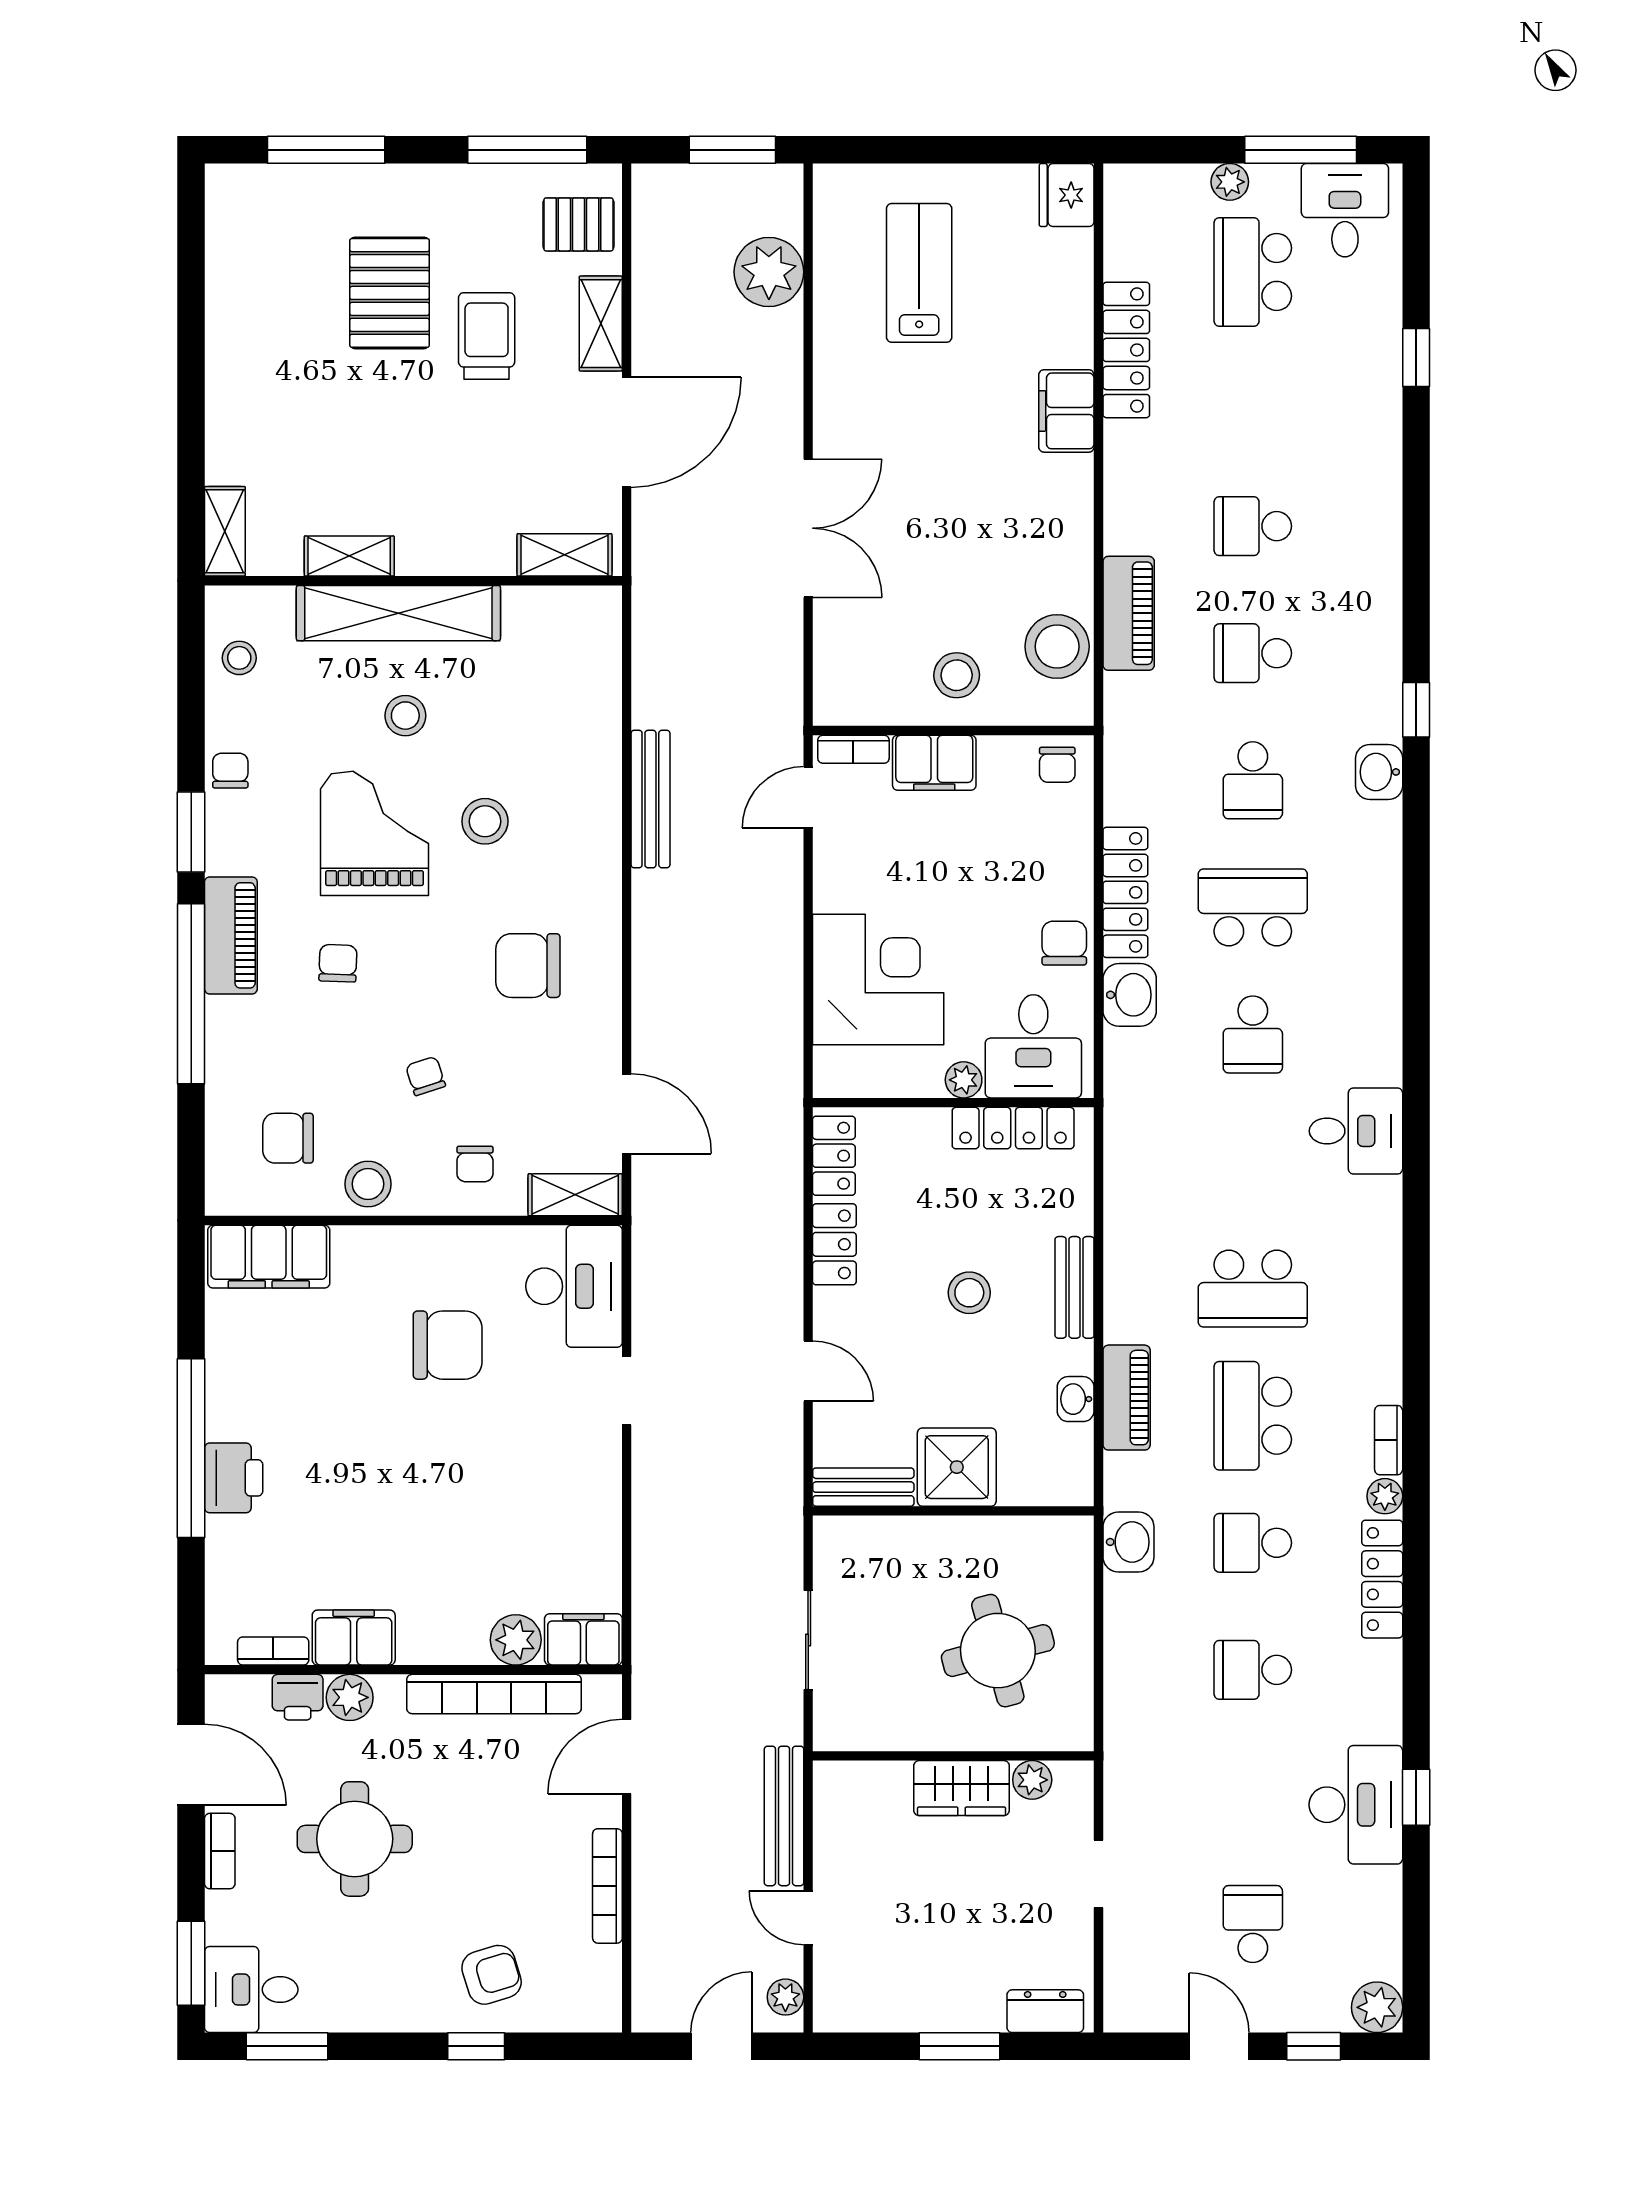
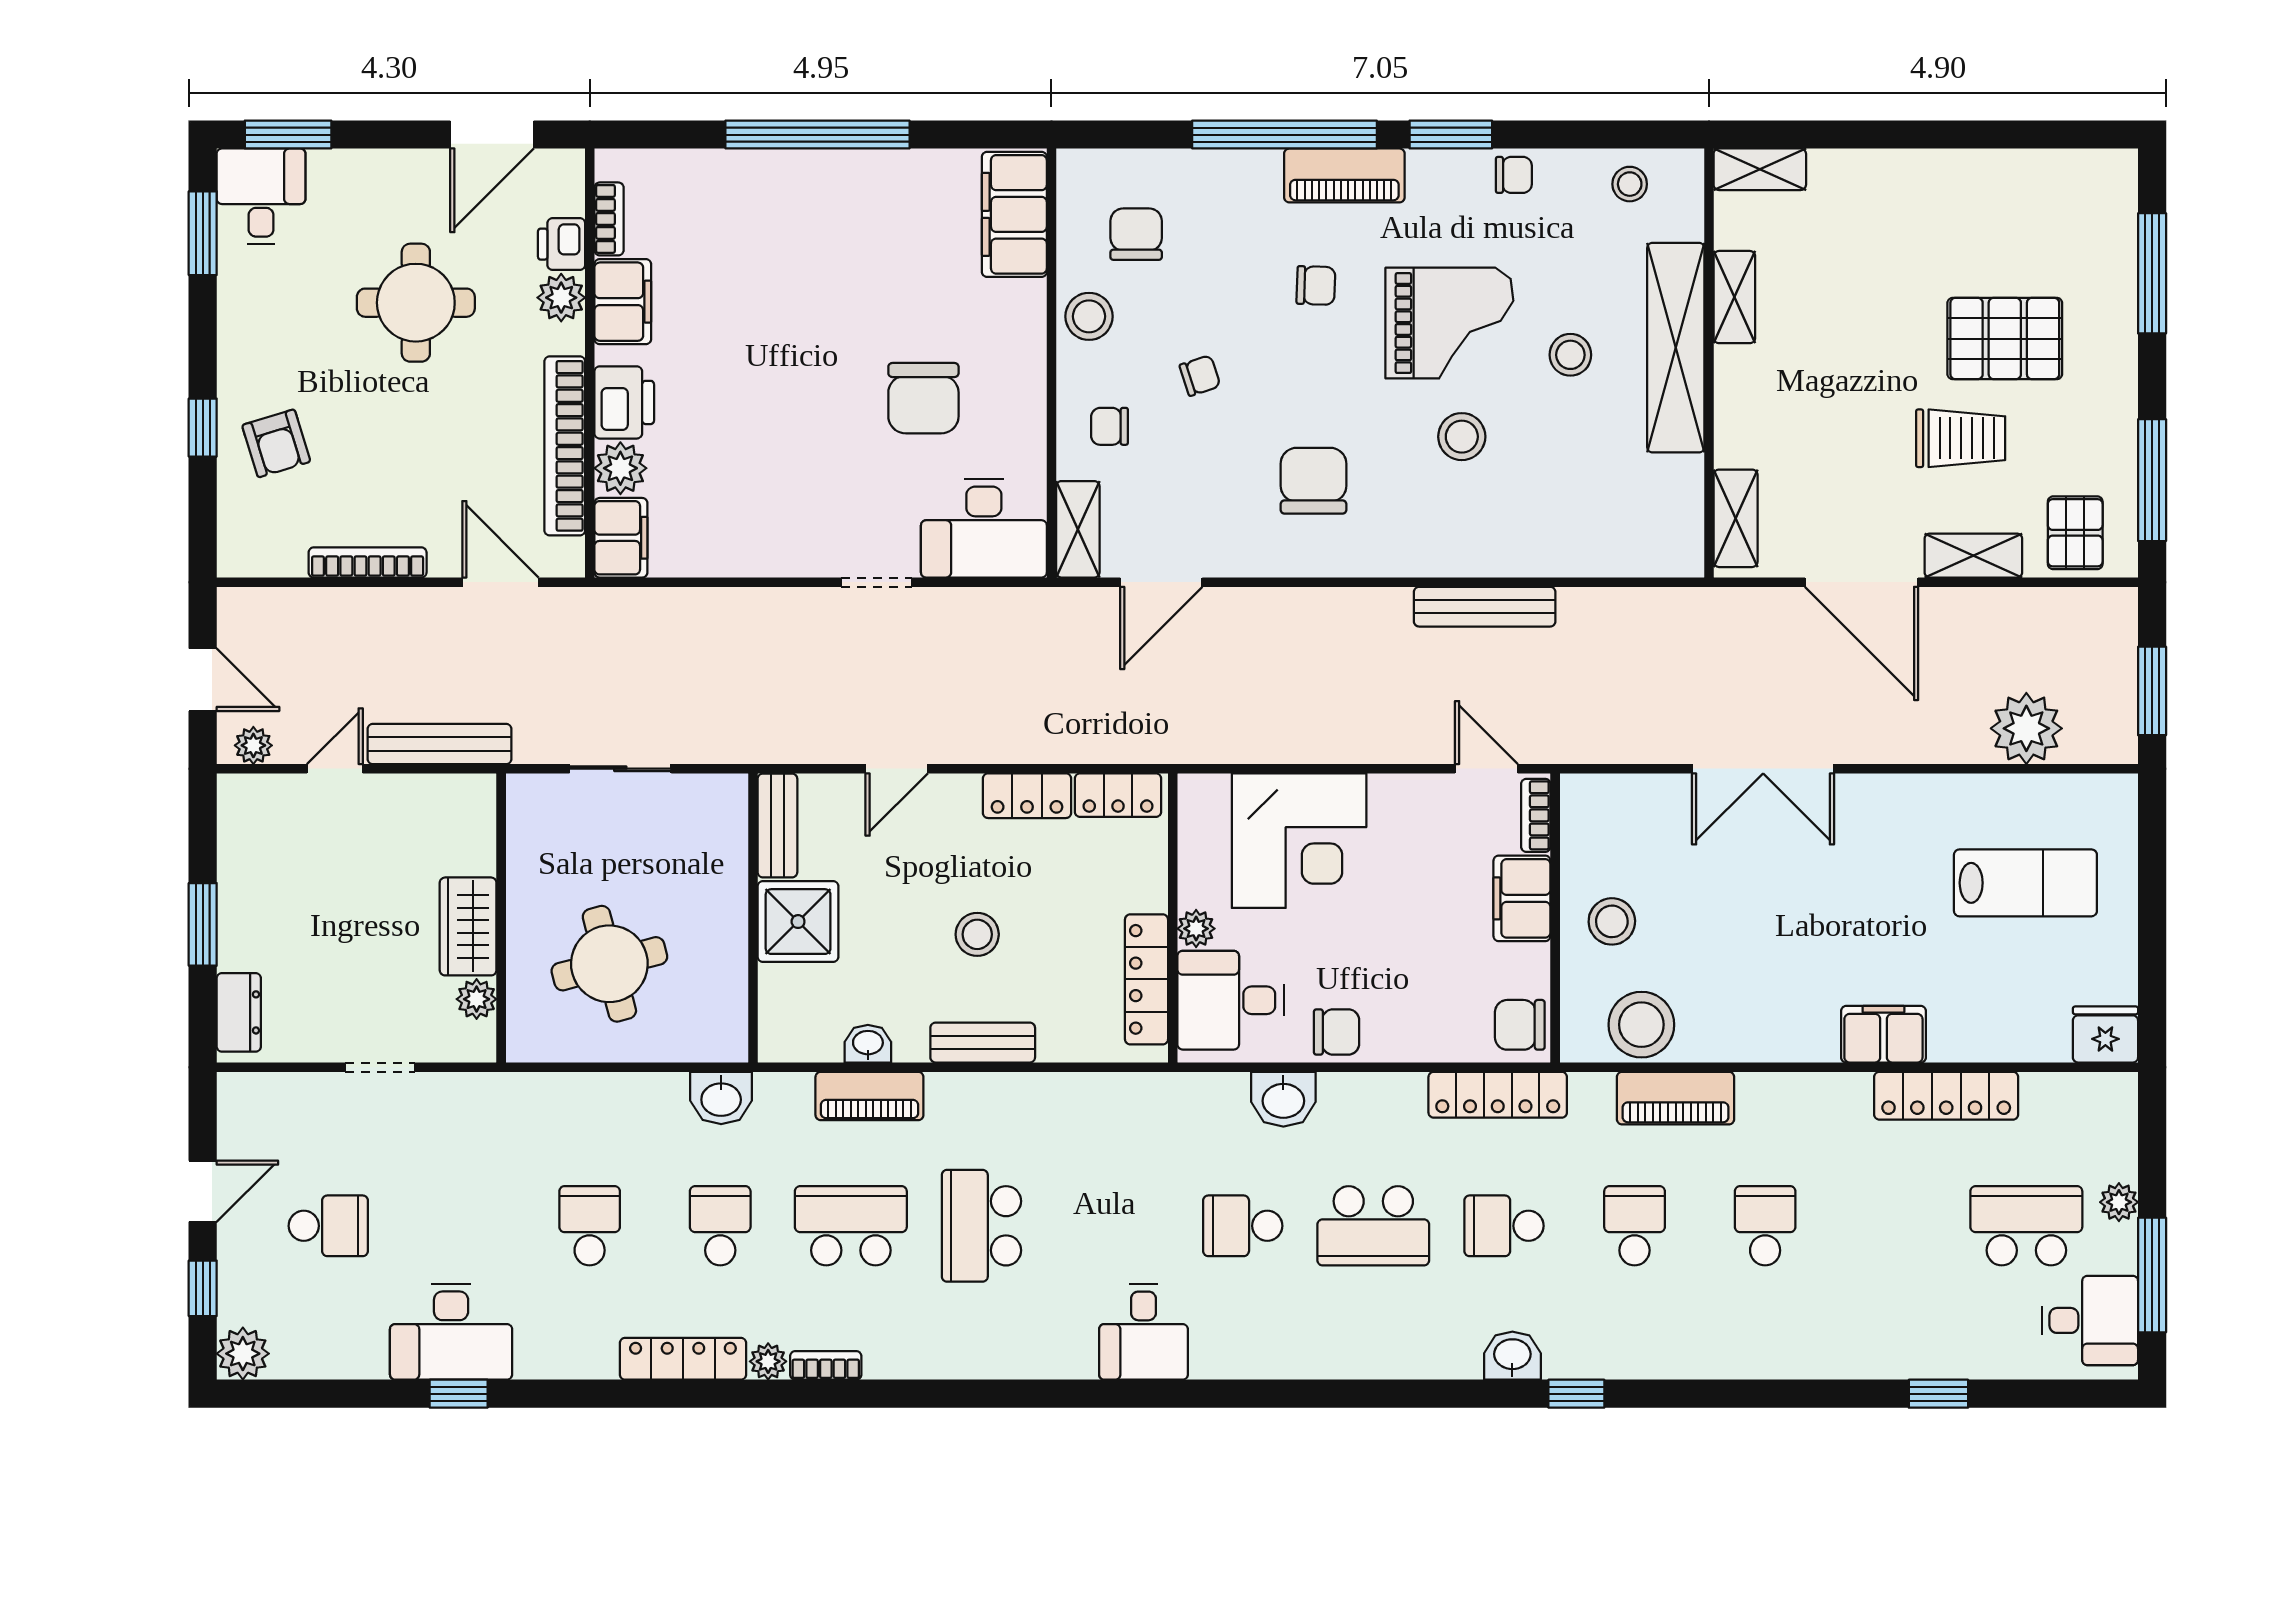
chair: (1057, 765) -> (1520, 1025), width x1.37, depth x1.37
locker: (1125, 892) -> (1498, 1095), moved
school desk: (1253, 907) -> (1373, 1226), turned 90
printer: (234, 1478) -> (624, 402), moved, turned -90
bookcase: (220, 1851) -> (403, 164), removed

